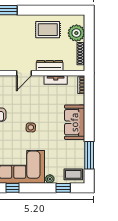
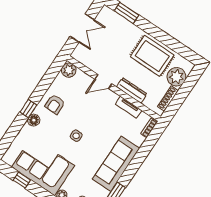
rug: (48, 30) -> (152, 56), width x1.36, depth x1.43
sofa: (75, 122) -> (116, 164), width x1.36

